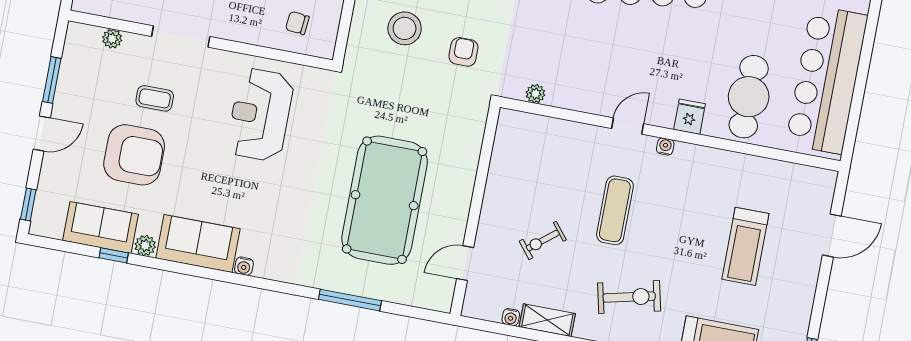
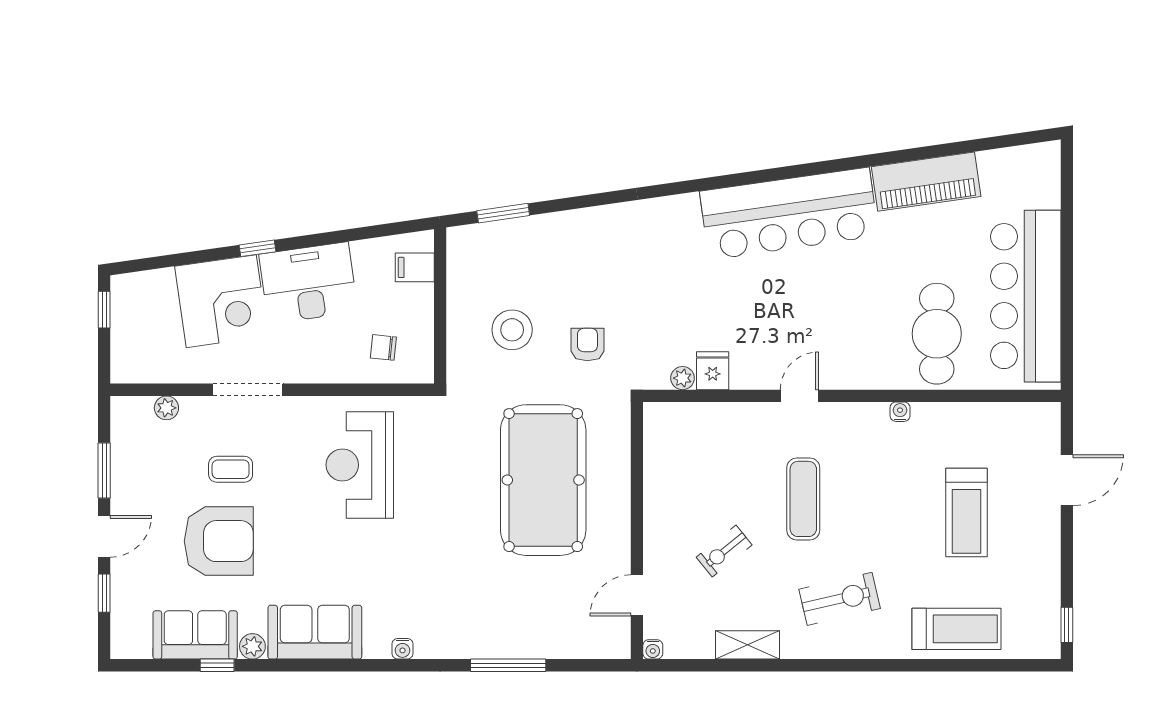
fridge: (689, 117) -> (713, 371), moved
water cooler: (665, 146) -> (900, 412), moved
pool table: (385, 200) -> (543, 480), moved
window: (28, 204) -> (104, 593), moved
water cooler: (244, 266) -> (403, 649), moved
water cooler: (511, 317) -> (653, 649), moved

